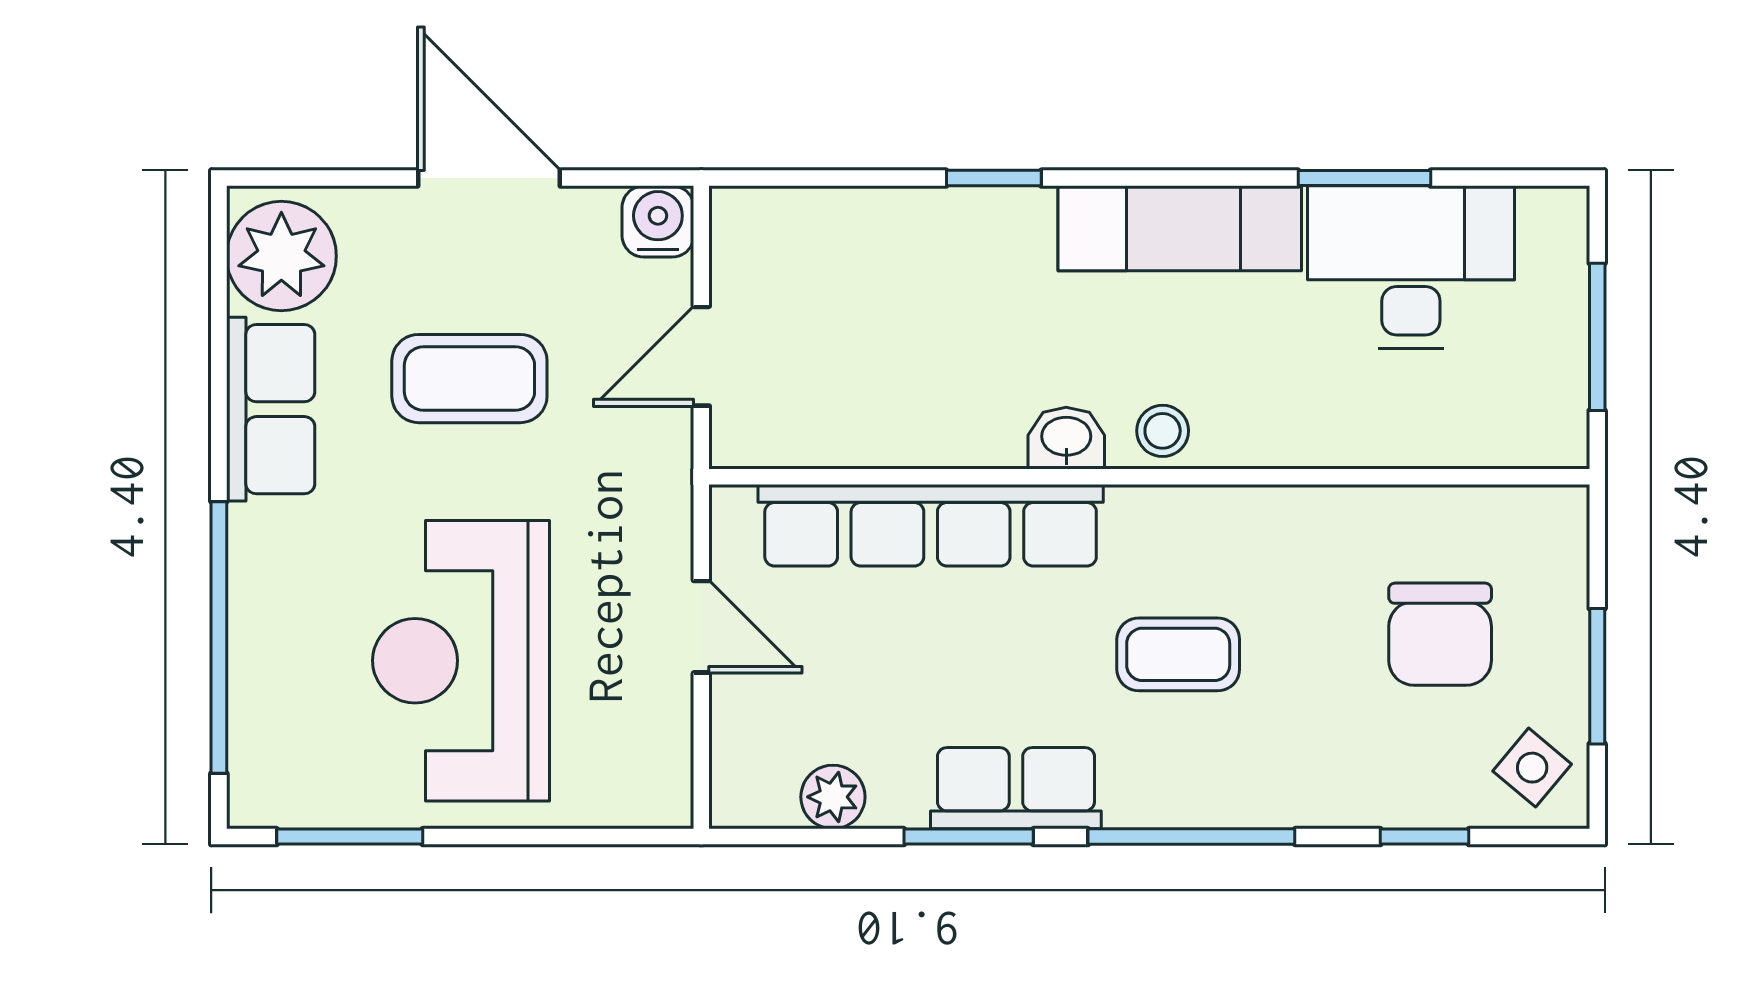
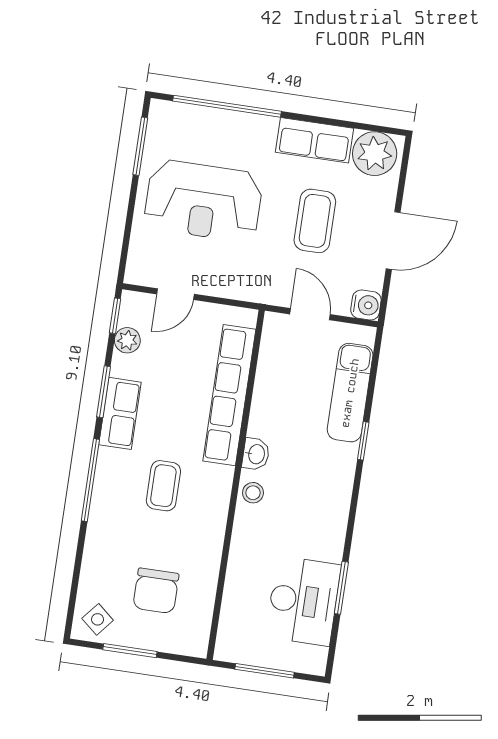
exam couch: (1180, 228) -> (350, 393), moved
door: (701, 627) -> (175, 294), moved
chair: (1440, 634) -> (156, 591), turned -90
reception desk: (461, 661) -> (203, 201), turned 180
window: (1425, 837) -> (115, 316), moved

